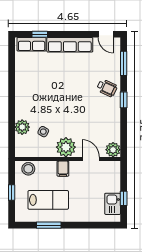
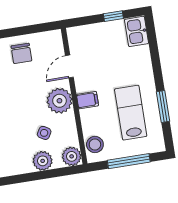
chair: (106, 124) -> (21, 53), added
plant: (113, 150) -> (72, 156), moved
window: (12, 193) -> (129, 161), width x2.17
kitchen sink: (113, 204) -> (136, 31), moved, turned 90

